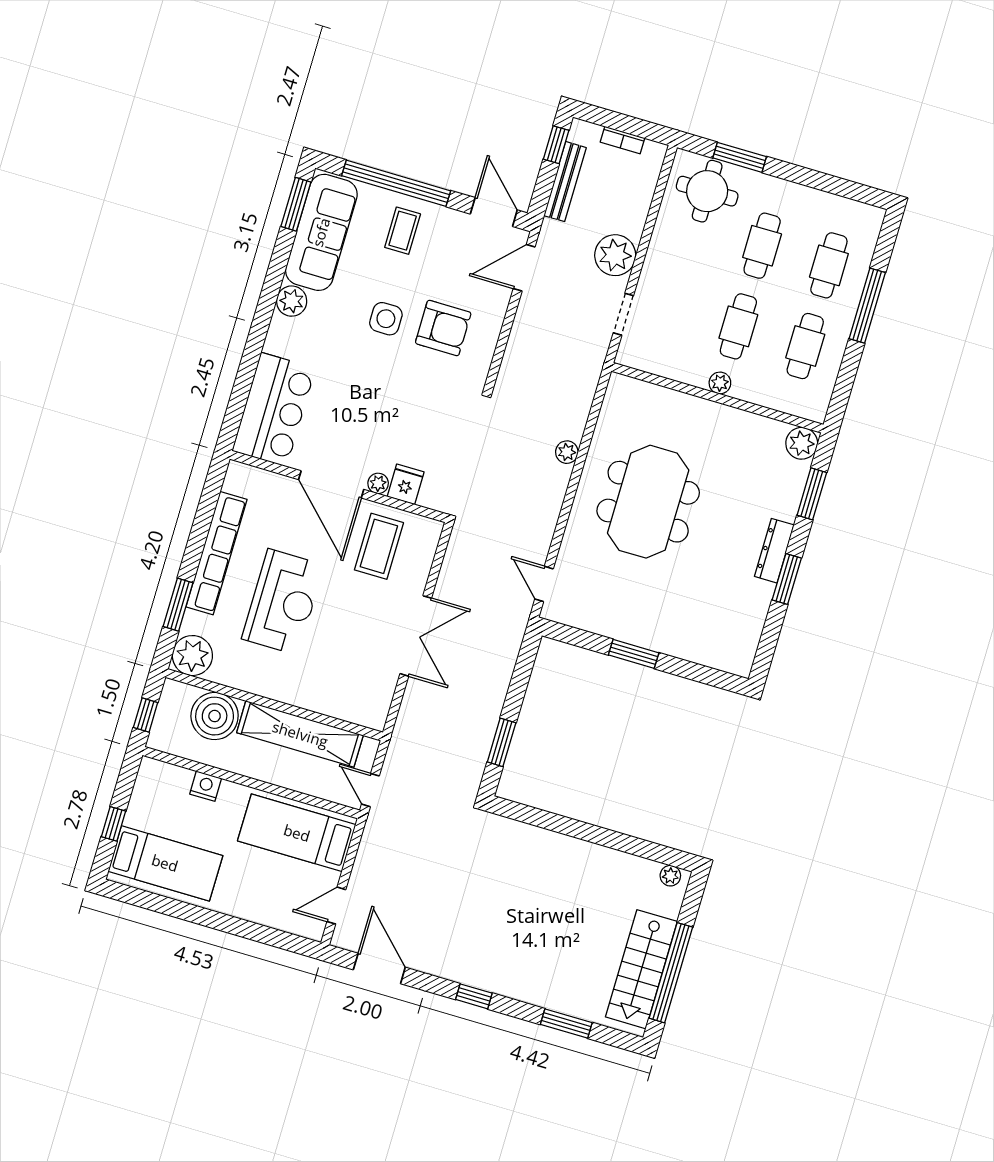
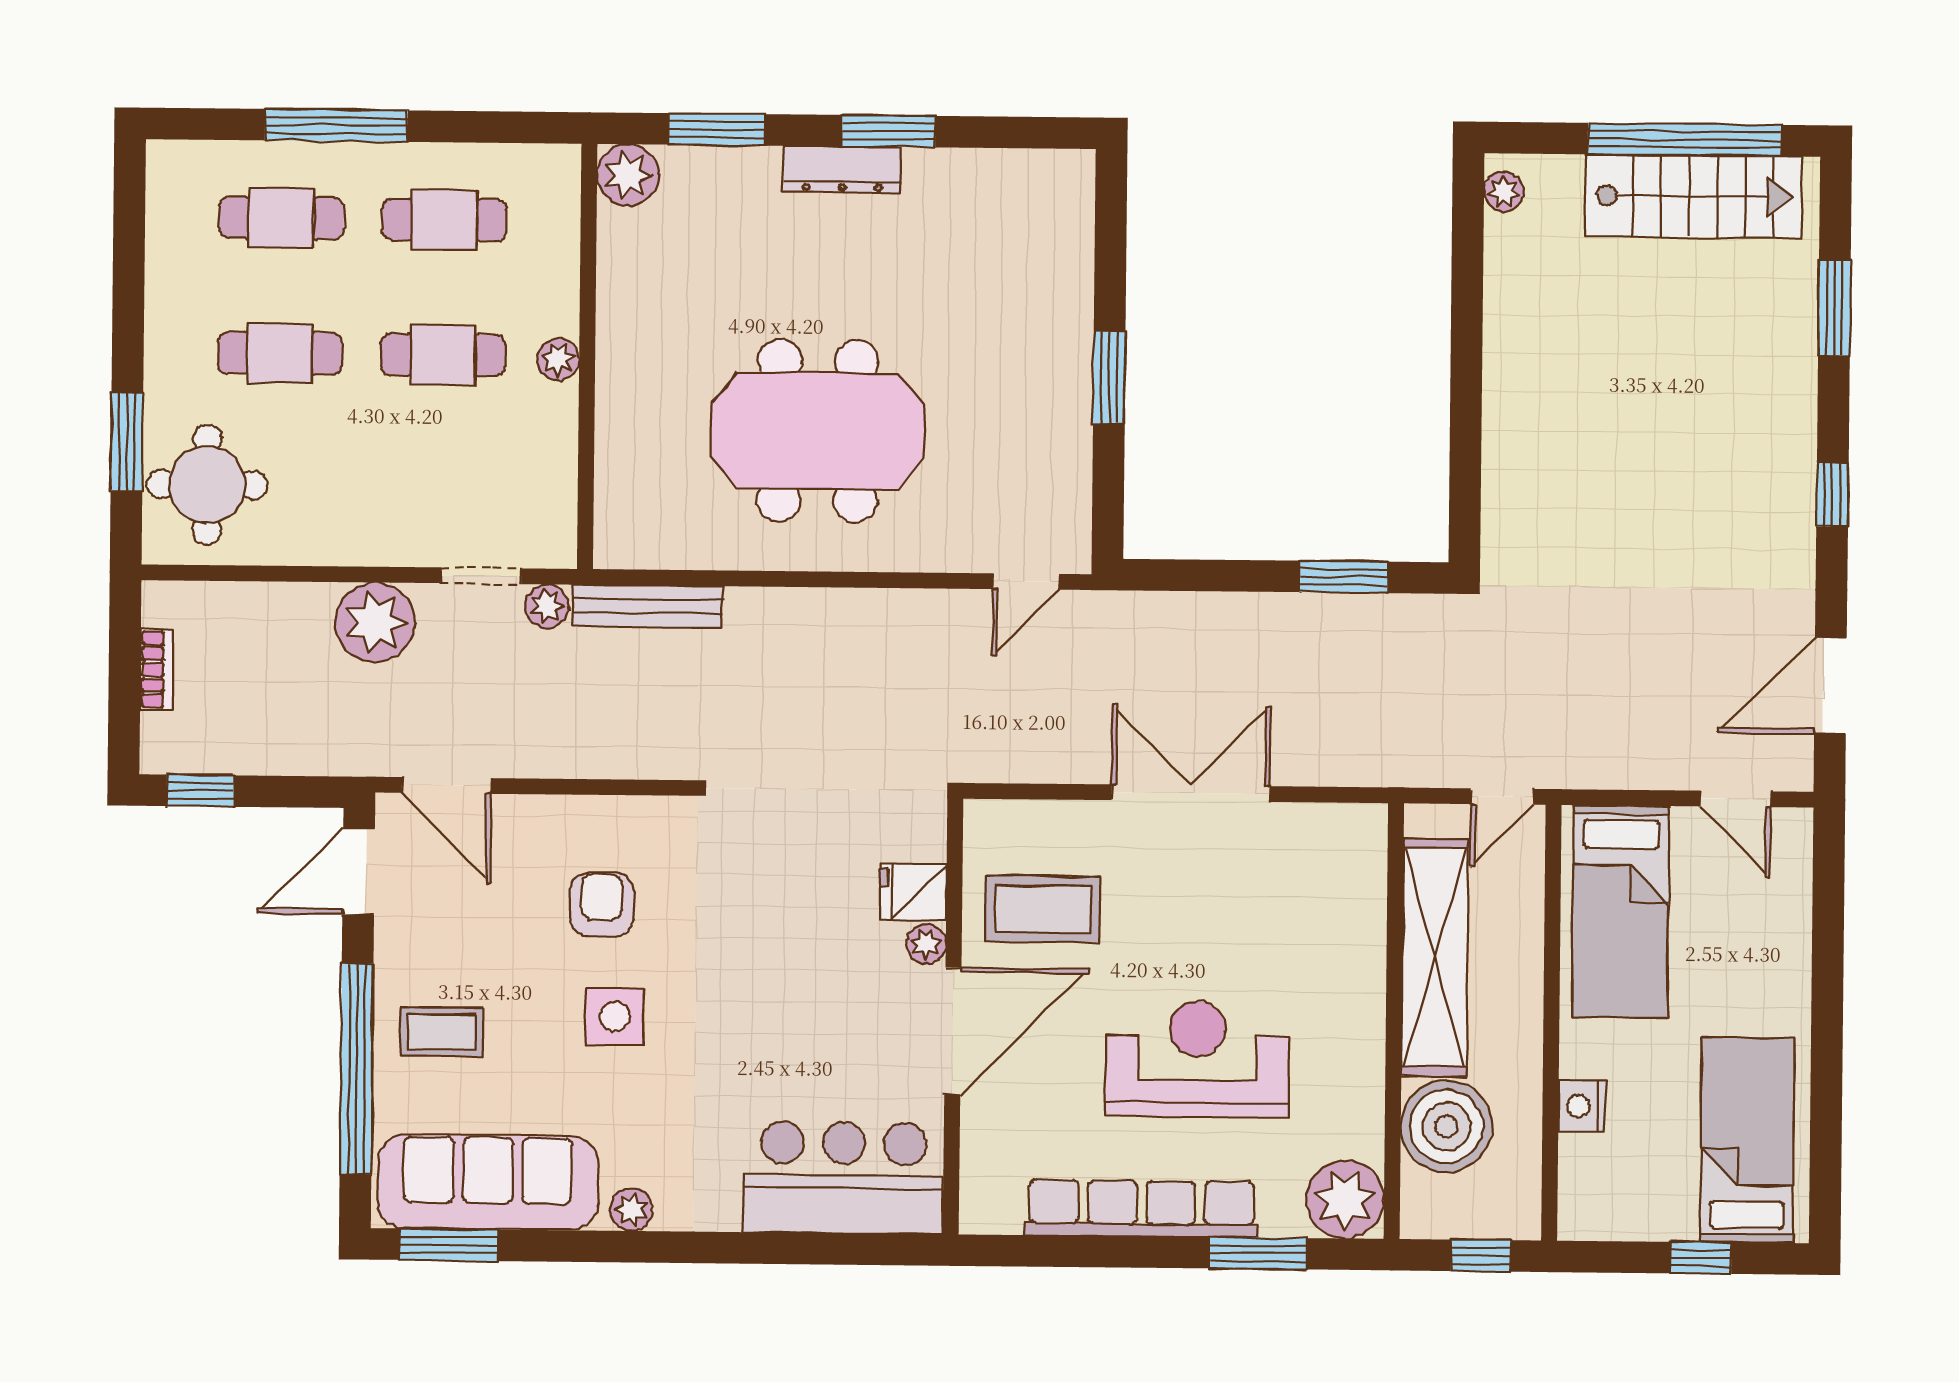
bench: (565, 182) -> (648, 606), moved
plant: (292, 301) -> (631, 1210), width x0.73, depth x0.73
armchair: (443, 328) -> (602, 905), width x0.72, depth x0.72
plant: (567, 452) -> (547, 606), moved

